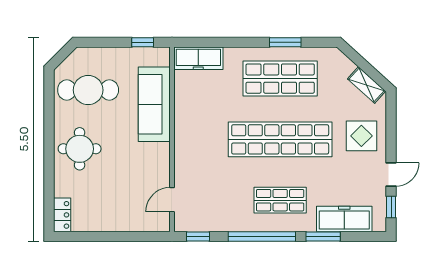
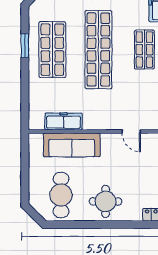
window: (143, 42) -> (25, 154), removed
freezer: (198, 58) -> (63, 121), moved, turned -90
door: (172, 200) -> (131, 131), moved

